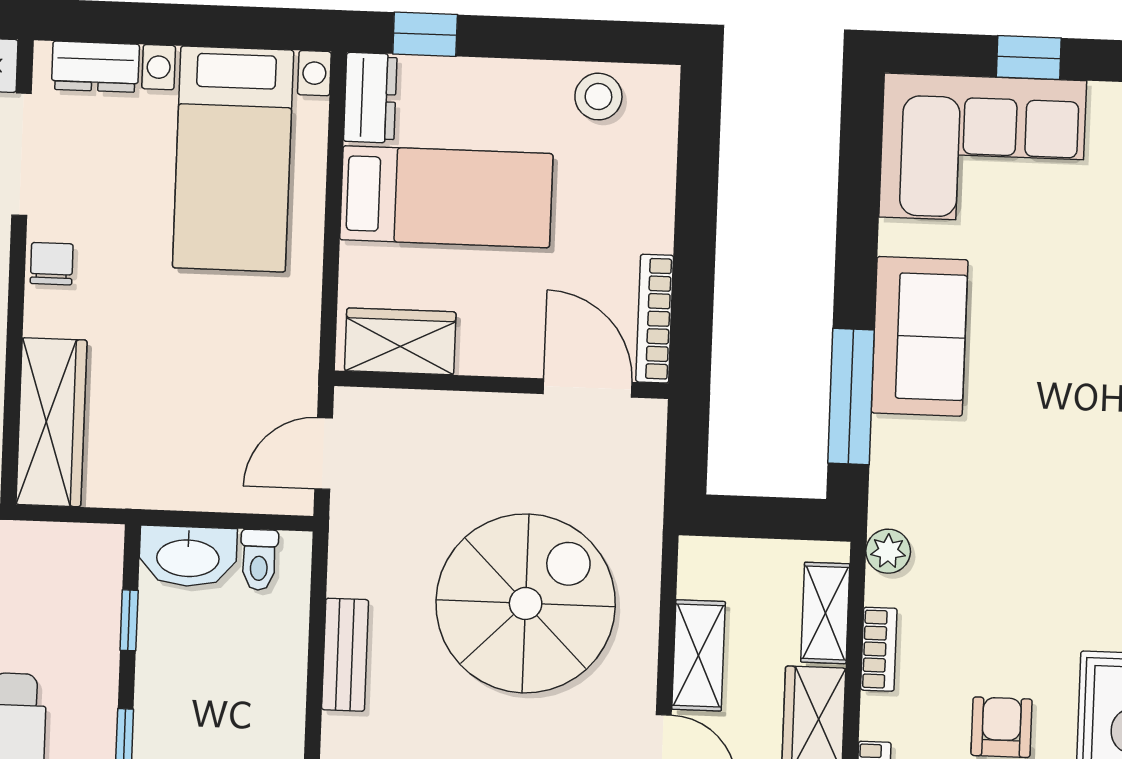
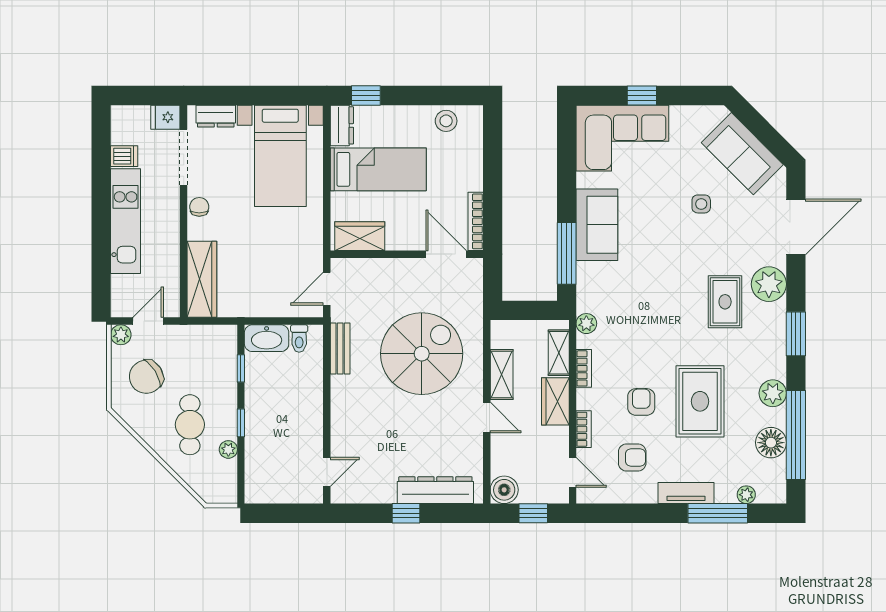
bench: (345, 655) -> (340, 349), moved

